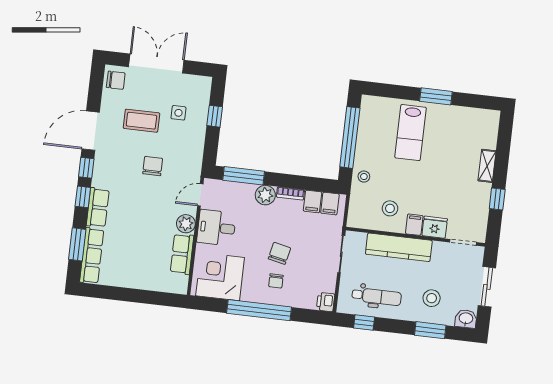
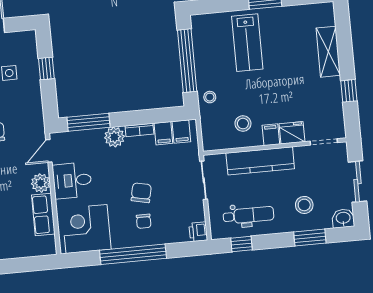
shelving: (487, 166) -> (328, 52), width x1.50, depth x1.33

